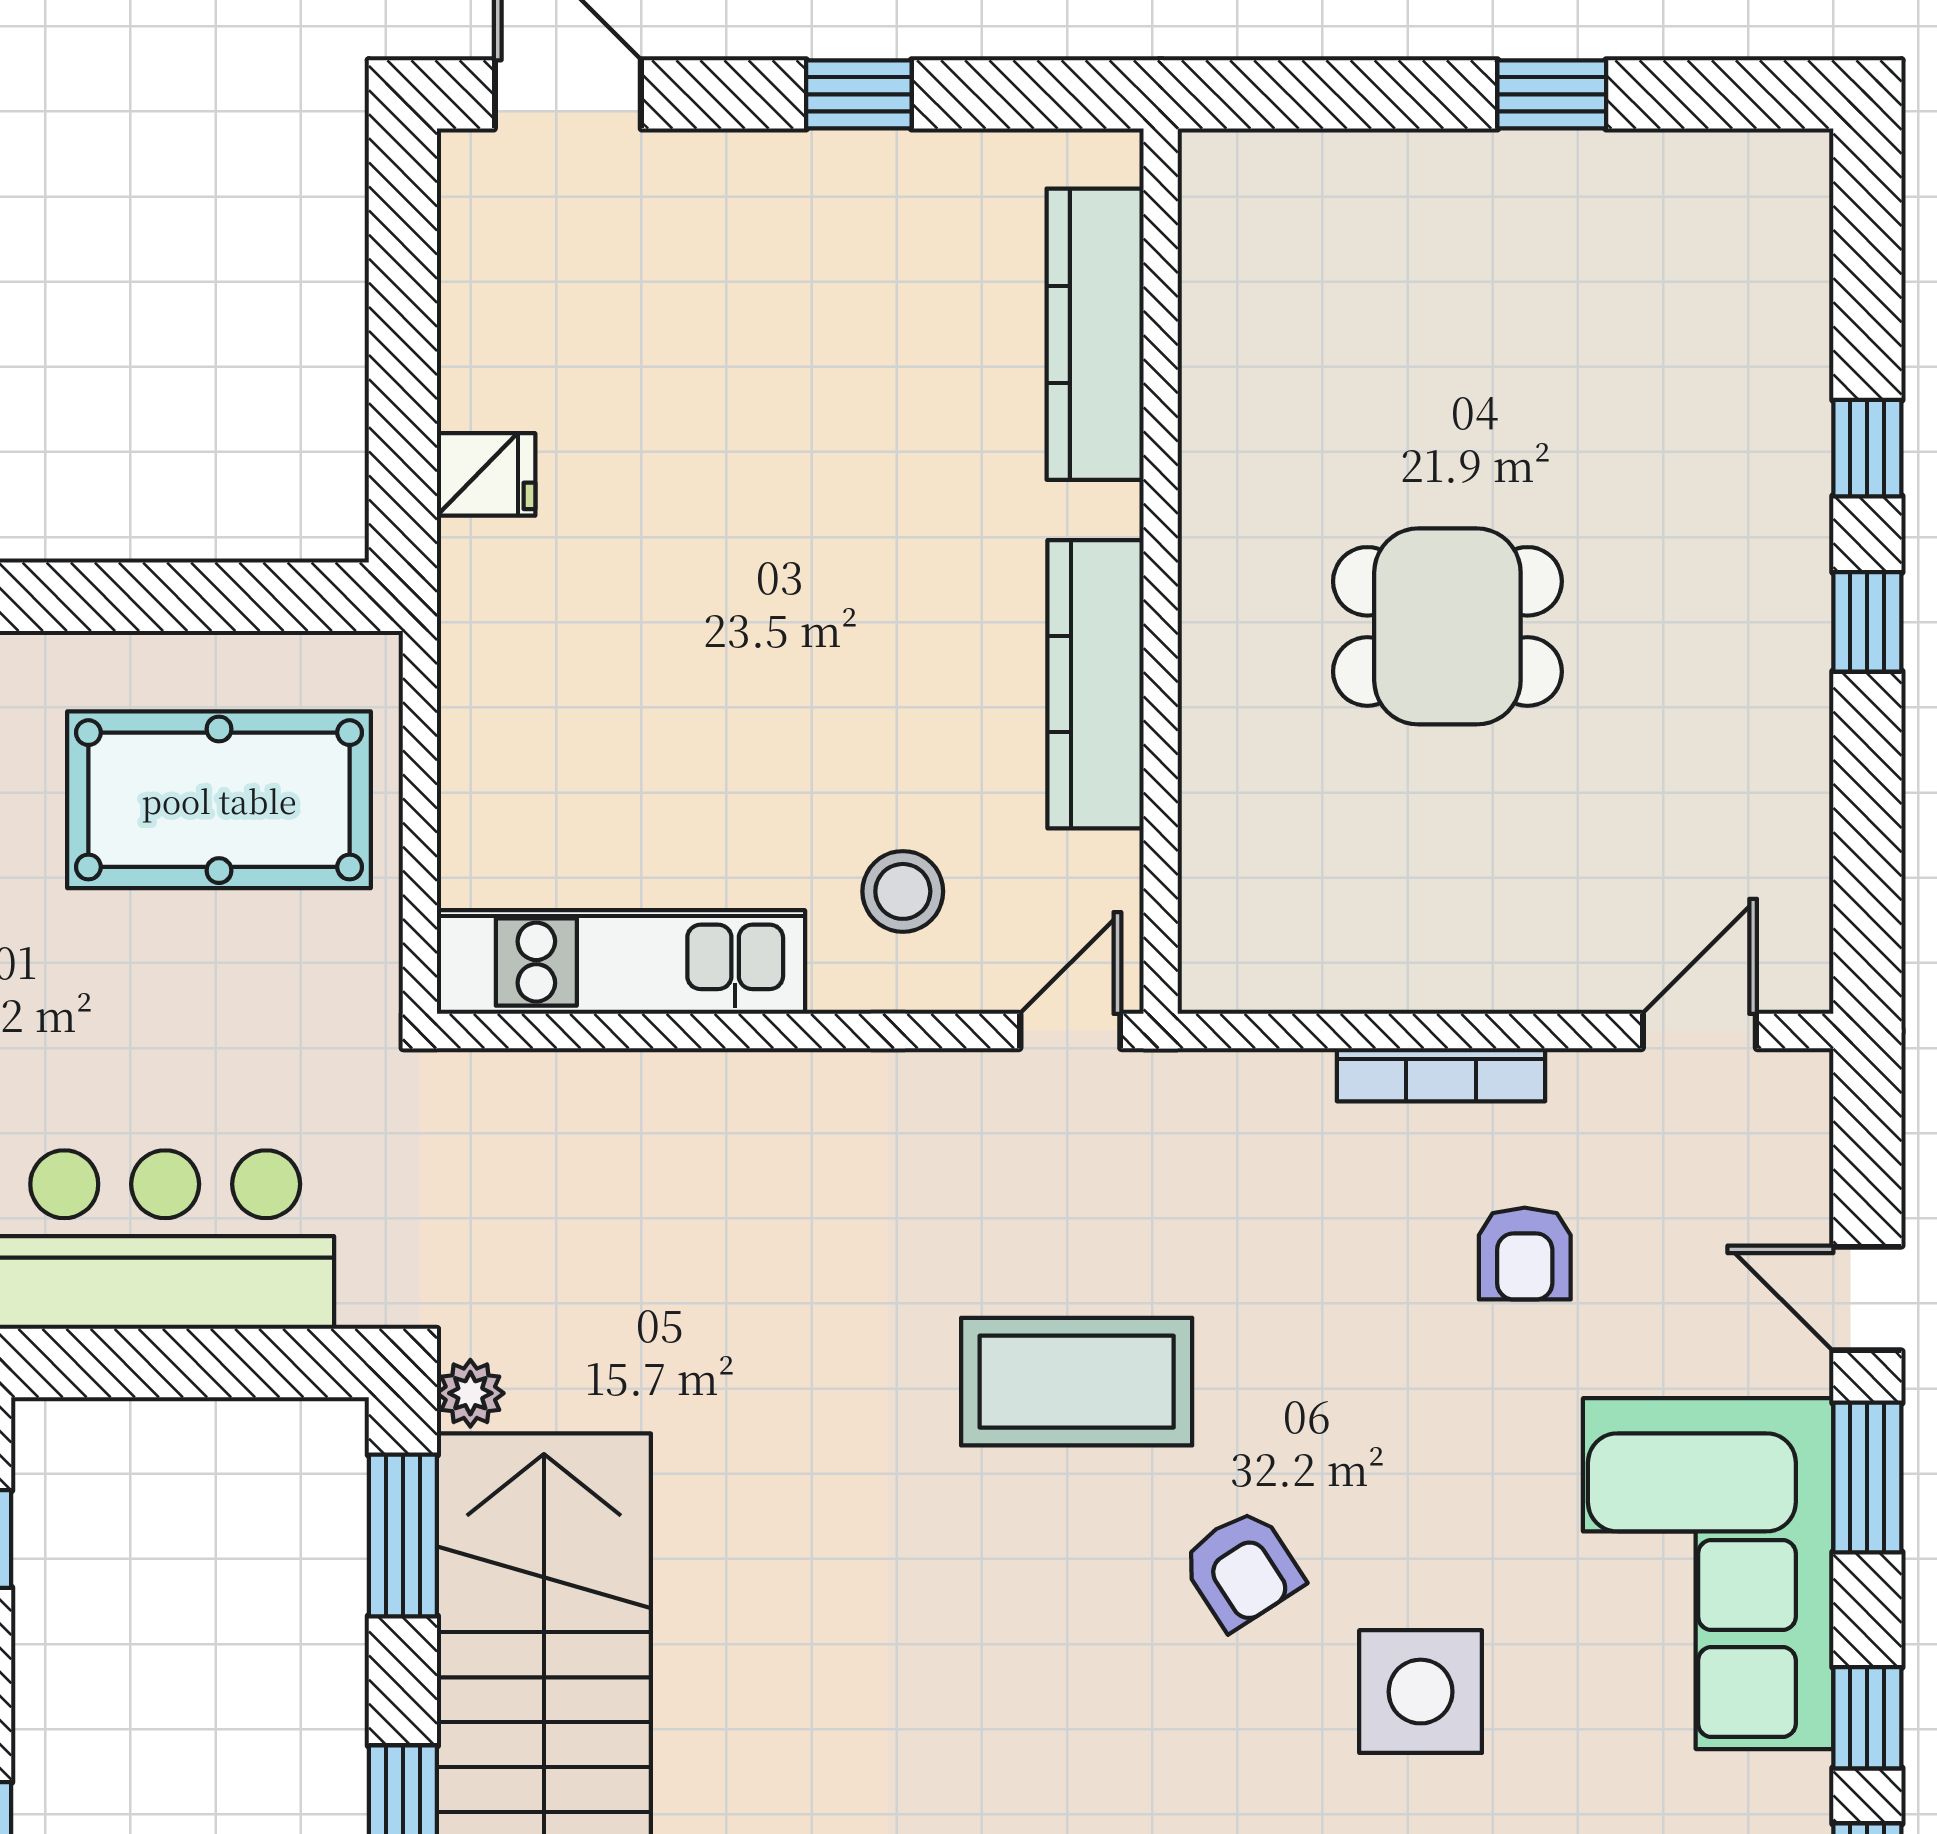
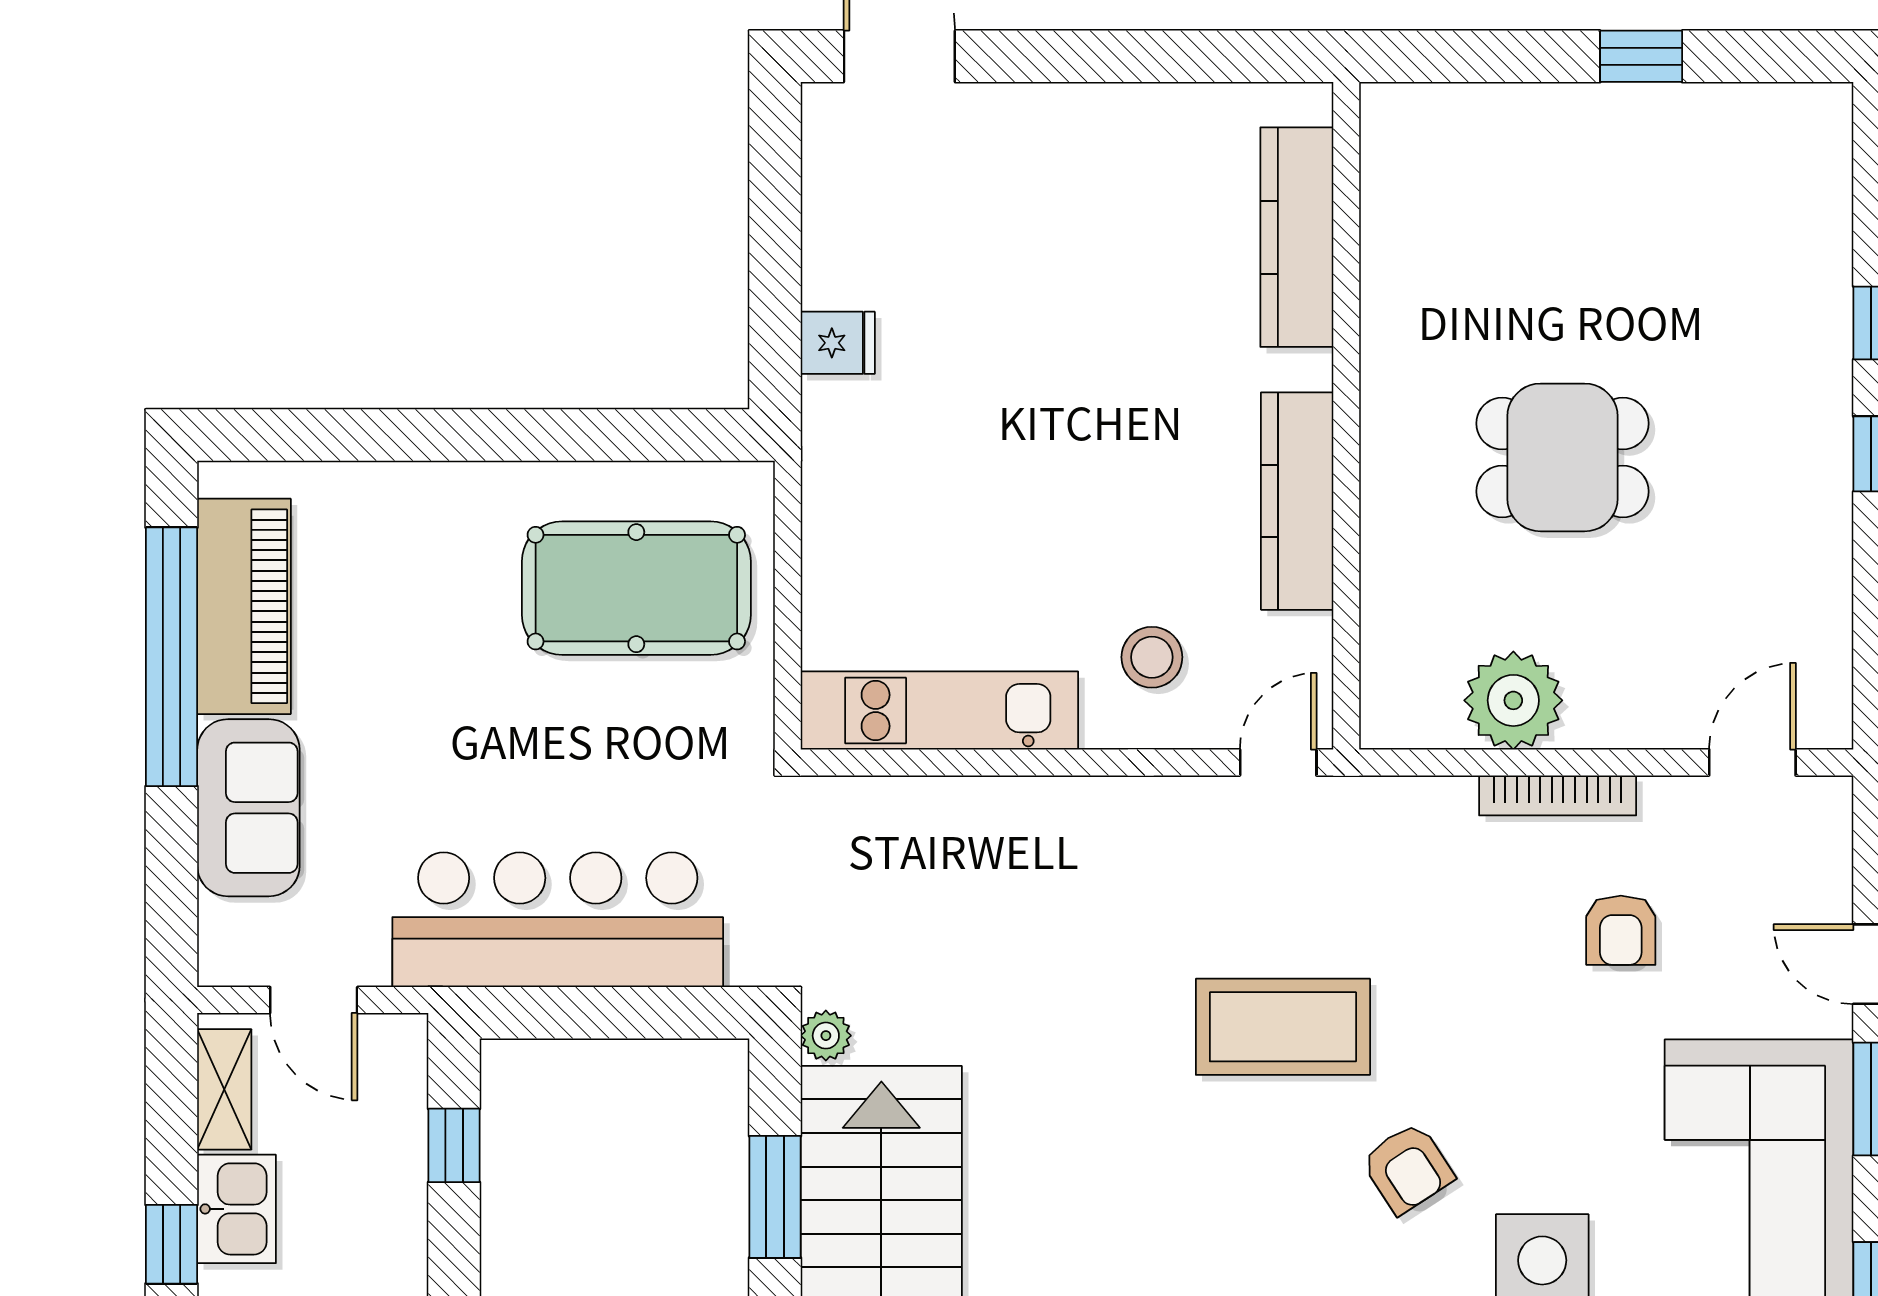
window: (859, 94) -> (1119, 56), removed
plant: (1382, 949) -> (1513, 700), added
window: (403, 1536) -> (775, 1197), moved

